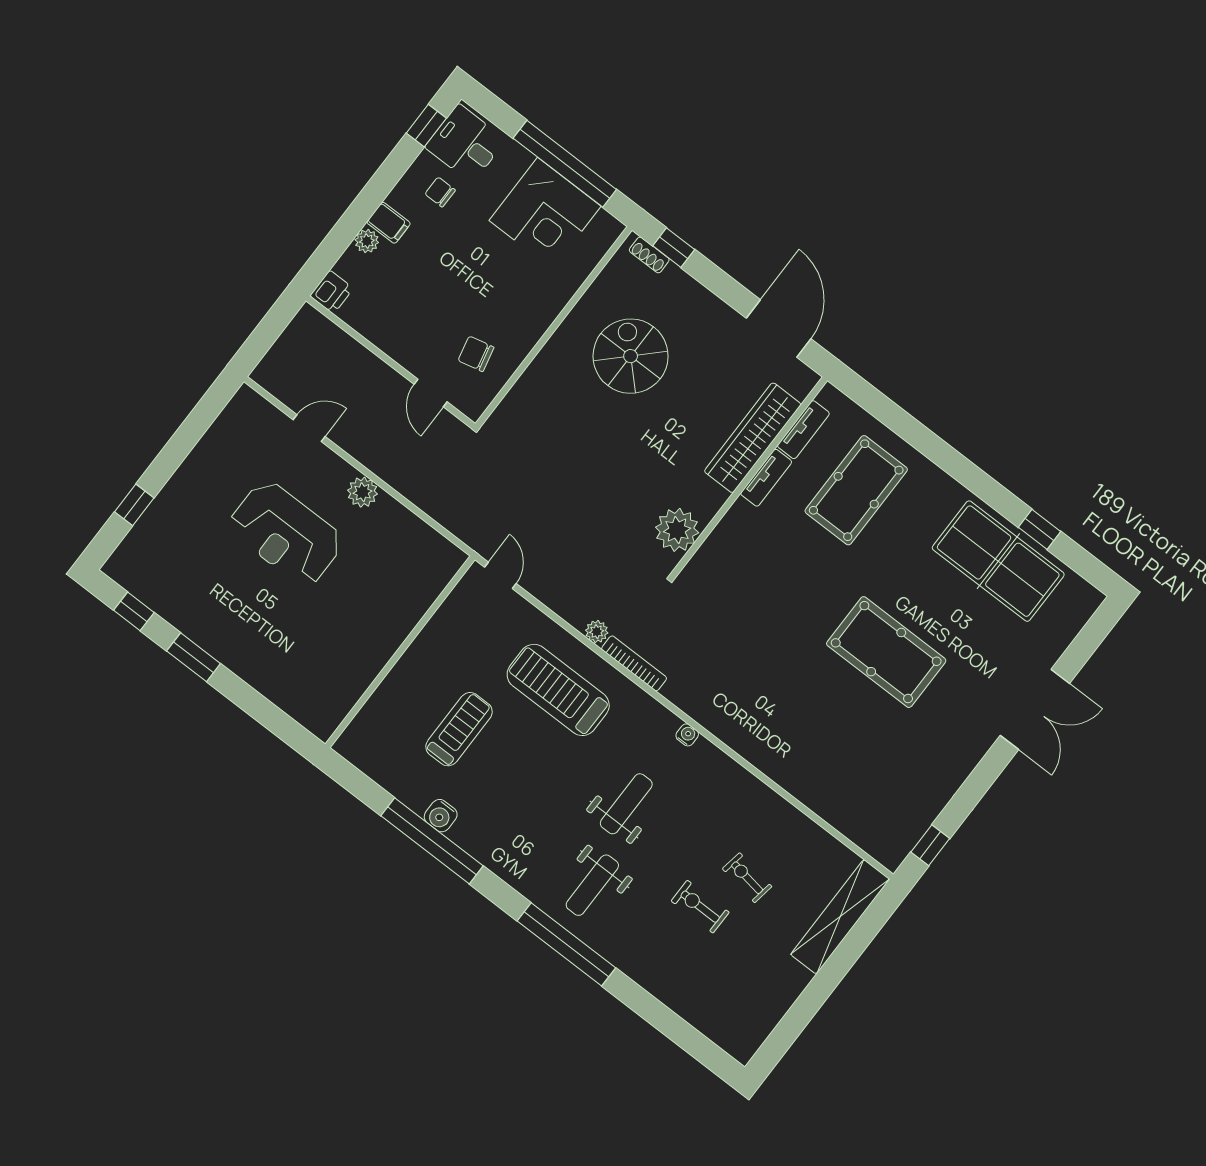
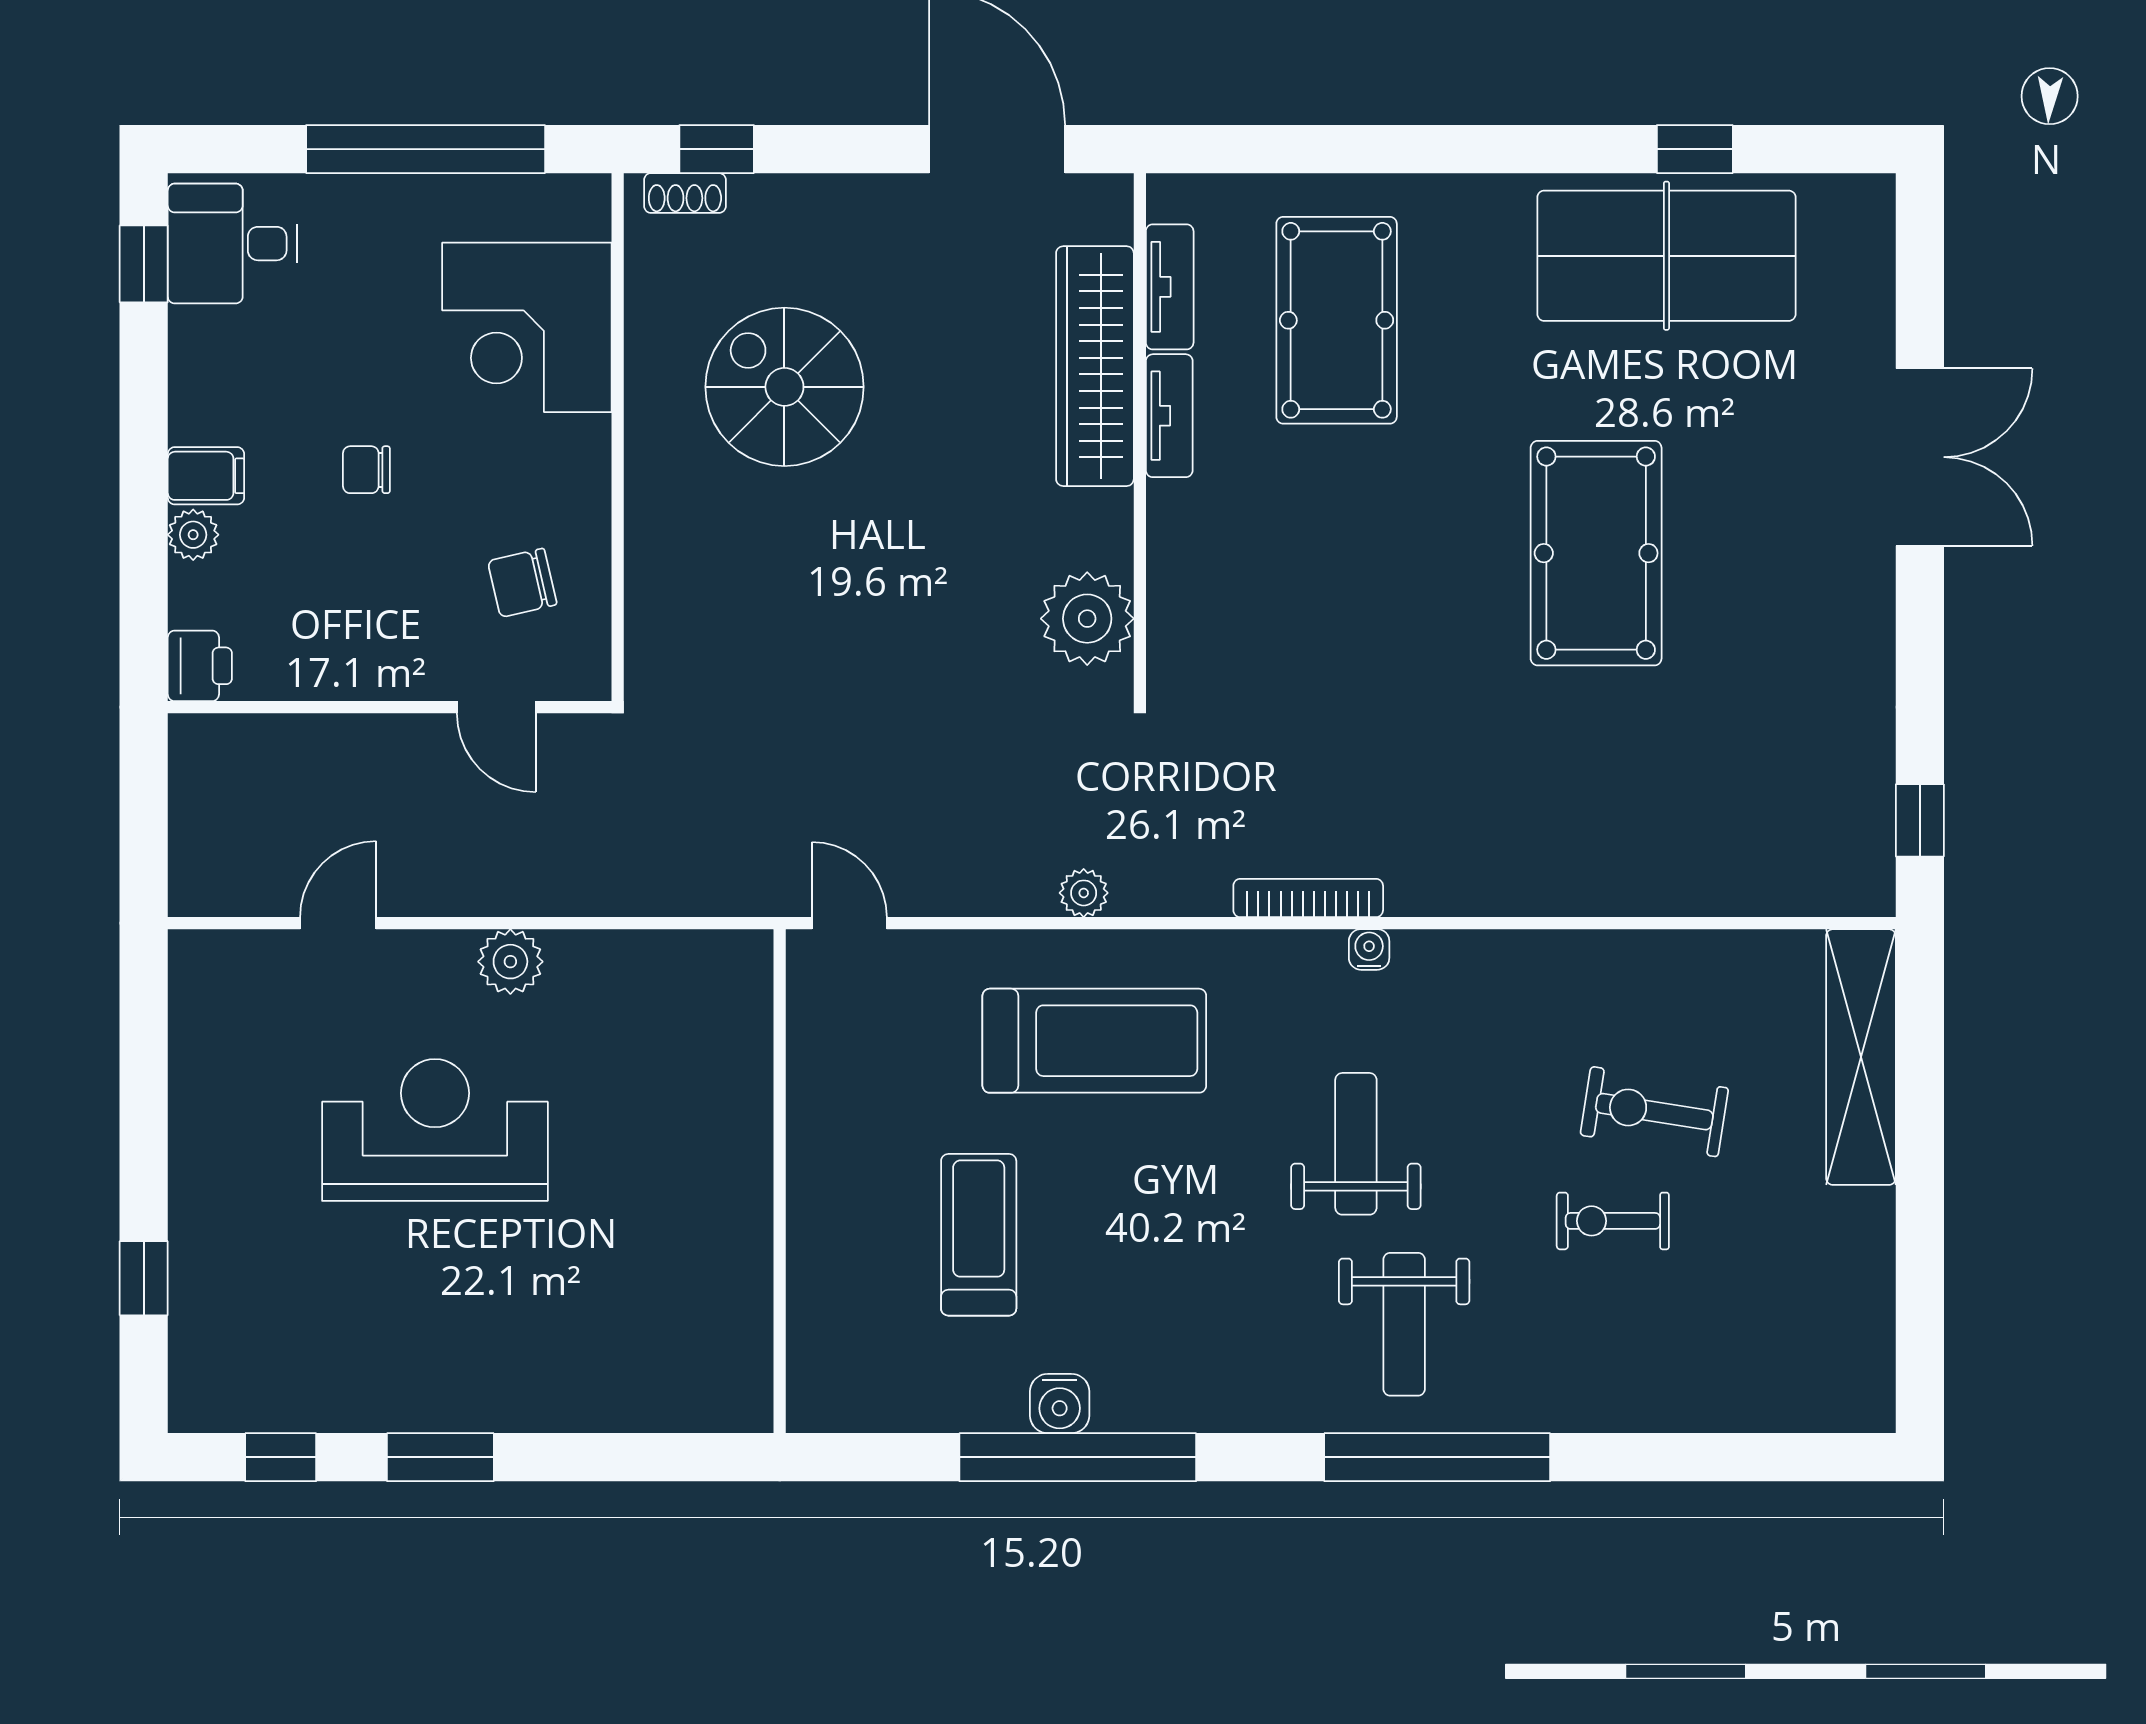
chair: (440, 192) -> (366, 470), moved
corner desk: (545, 213) -> (527, 327), moved, turned 90
reception desk: (286, 533) -> (435, 1130), turned 180
pool table: (886, 652) -> (1596, 553), turned 90
bookcase: (634, 663) -> (1308, 898), moved
treadmill: (558, 690) -> (1094, 1041), turned 180
exercise bike: (747, 878) -> (1654, 1112), width x1.38, depth x1.39

